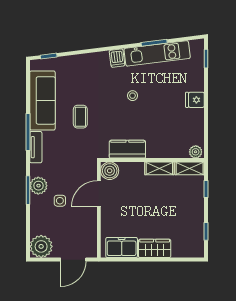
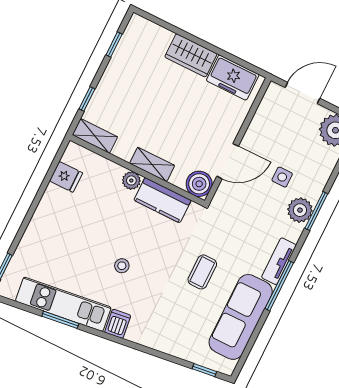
fridge: (195, 100) -> (66, 177), moved
plant: (196, 152) -> (131, 180), moved
shelving: (159, 168) -> (152, 164), moved

